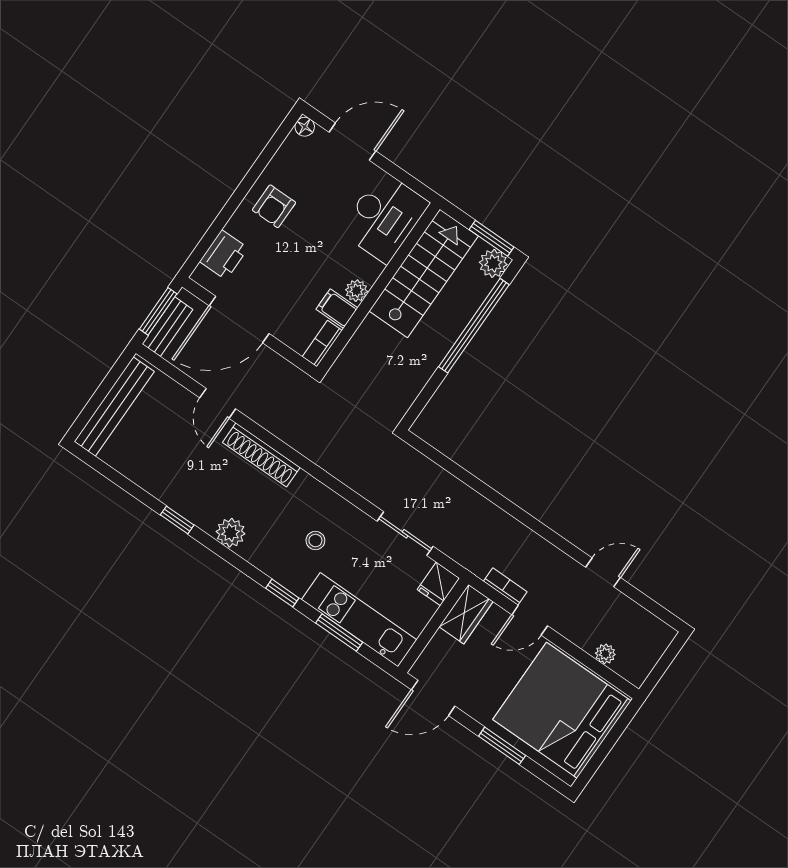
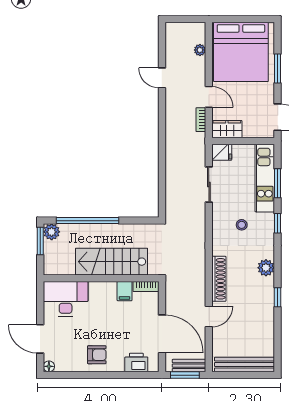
stairs: (424, 273) -> (112, 262), moved
plant: (356, 291) -> (110, 288), removed

